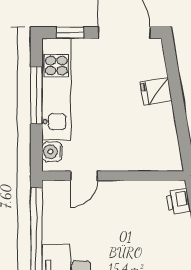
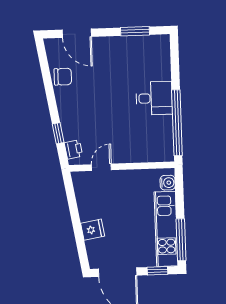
window: (36, 95) -> (181, 240), moved
door: (84, 176) -> (101, 167), moved

